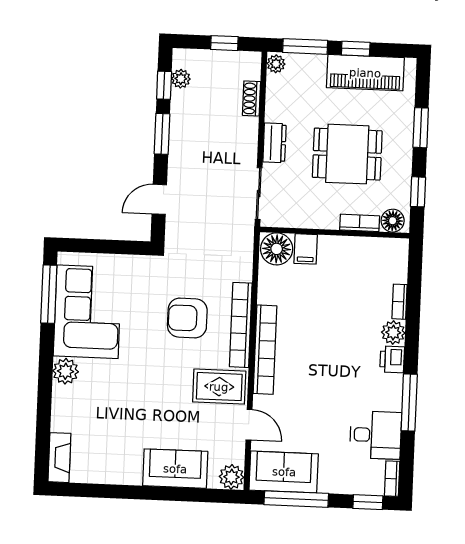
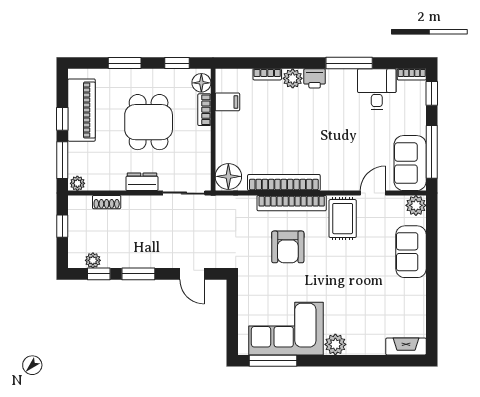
filing cabinet: (306, 249) -> (227, 102), moved
bookcase: (265, 350) -> (284, 183), moved

